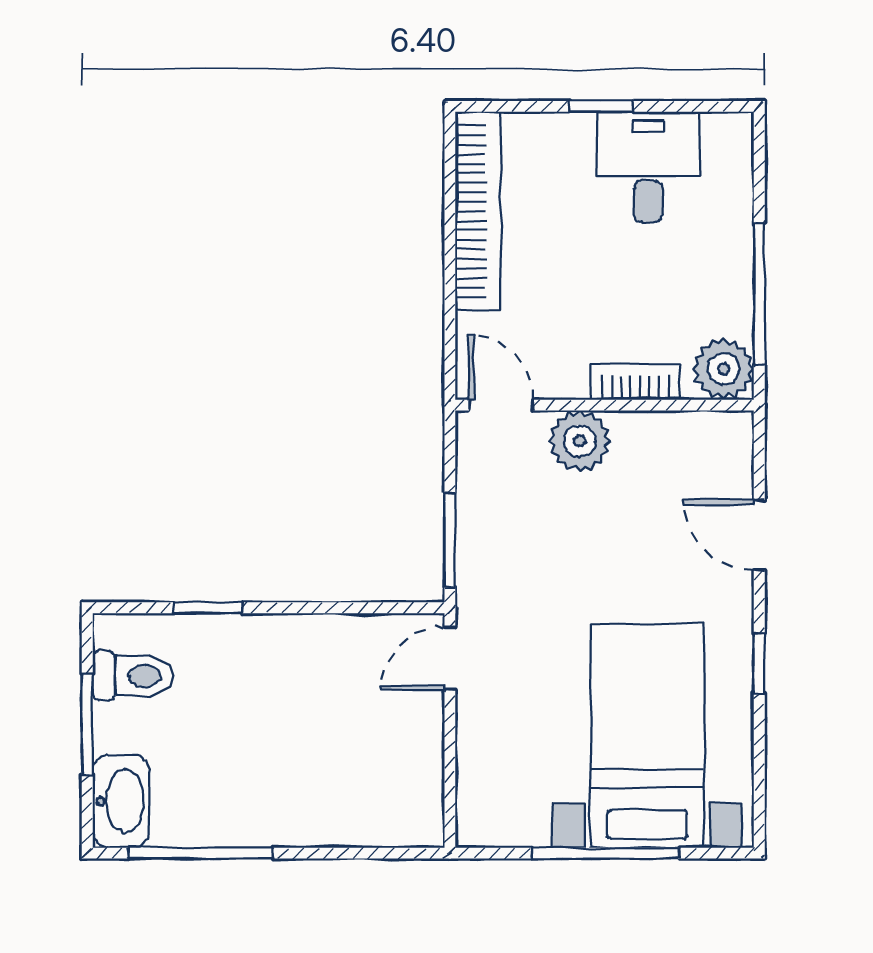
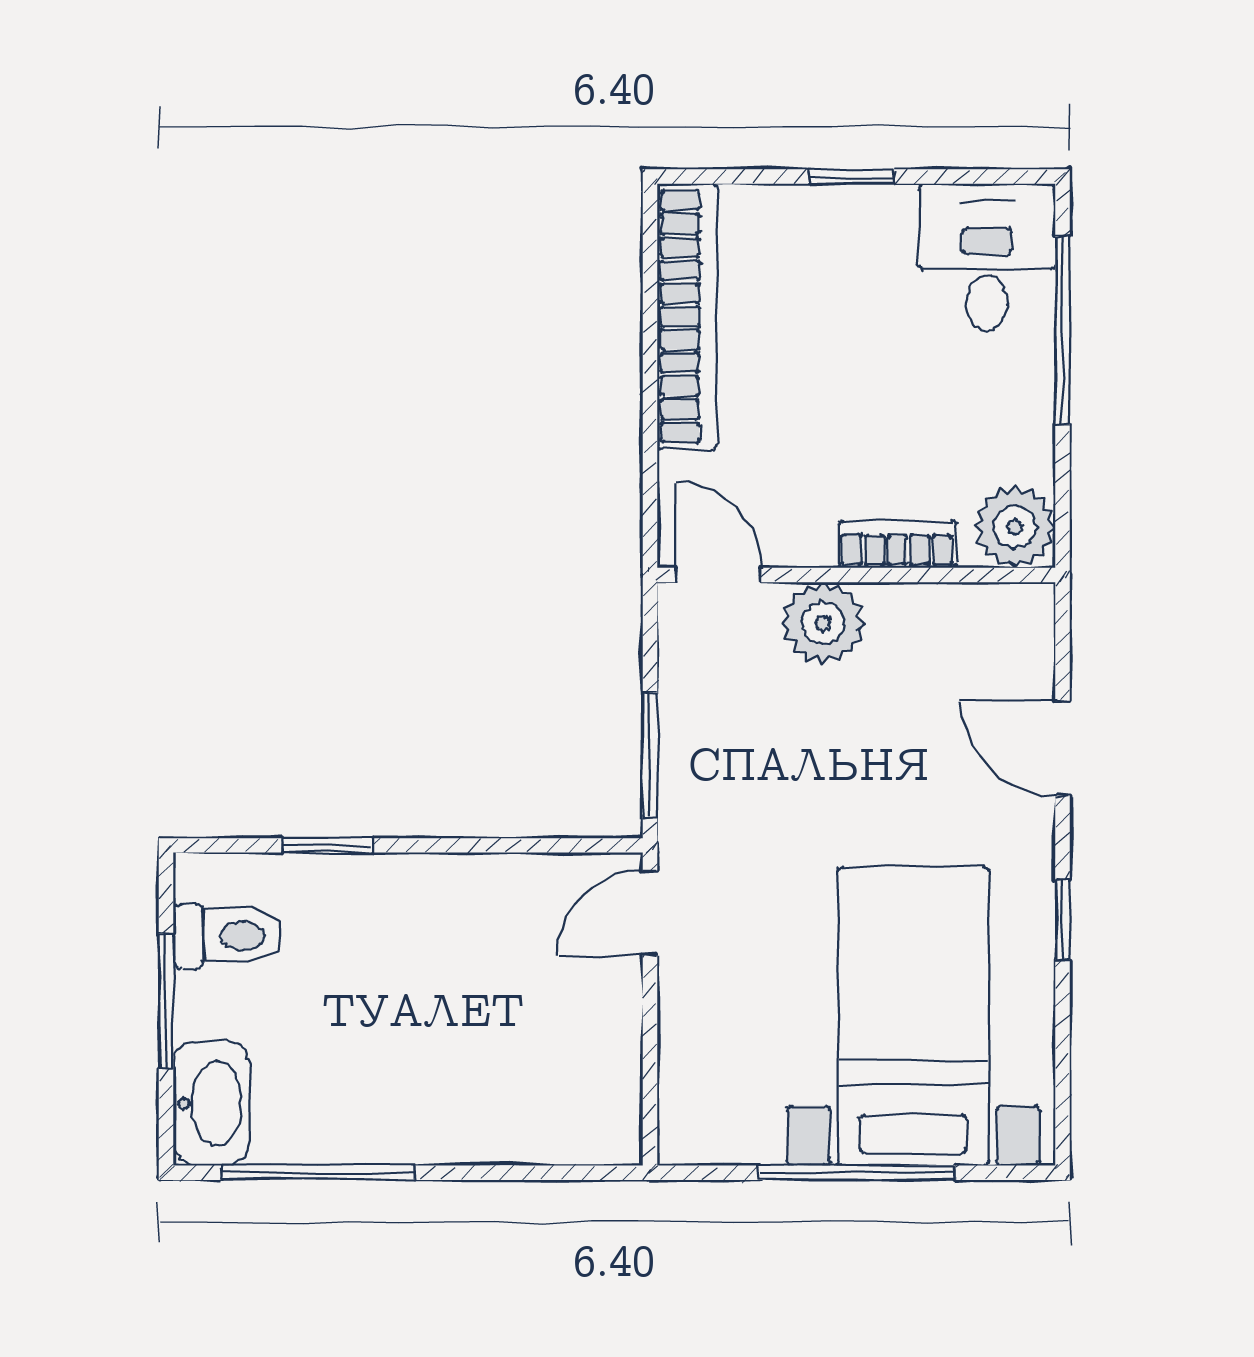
desk: (648, 167) -> (987, 258), moved
window: (759, 294) -> (1063, 330), moved

